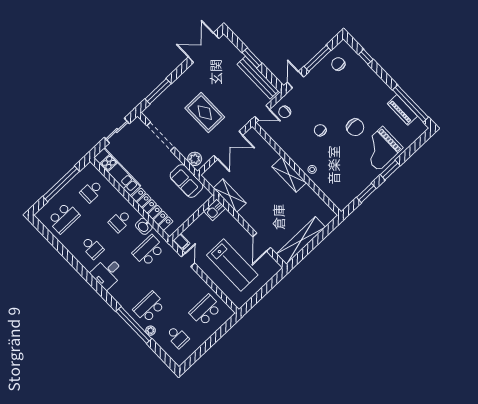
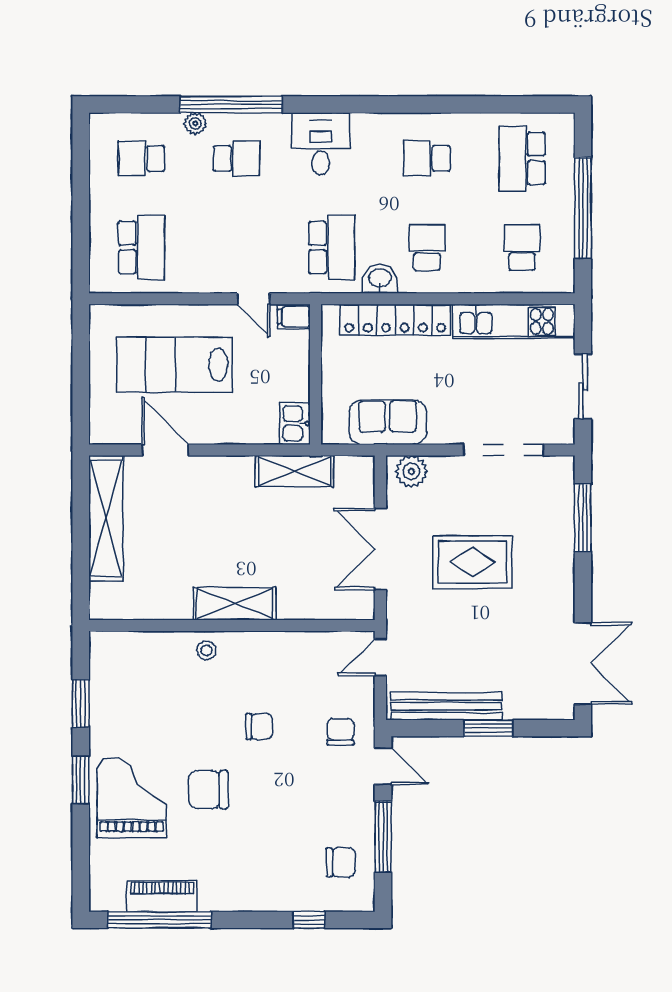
chair: (285, 112) -> (340, 732), moved
desk: (107, 273) -> (321, 144), moved
school desk: (149, 307) -> (237, 158), width x0.54

